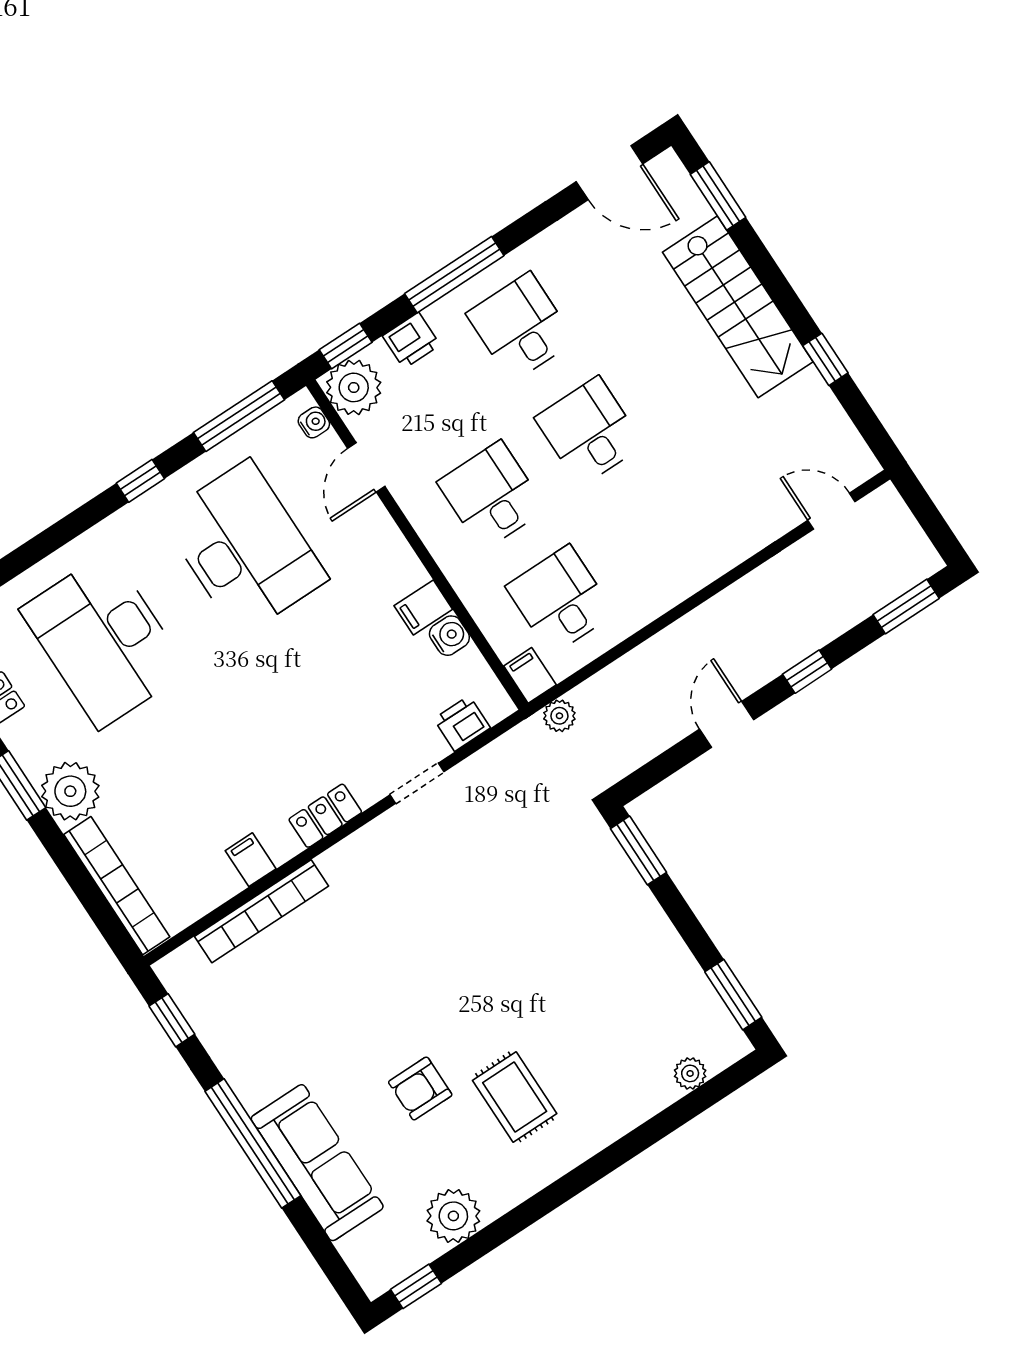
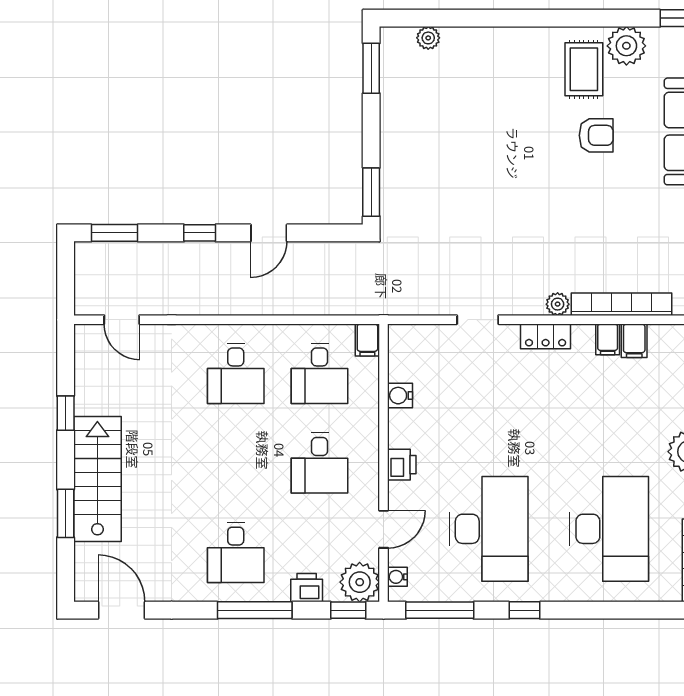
window: (718, 196) -> (66, 513), moved
desk: (589, 431) -> (236, 373), moved
desk: (244, 548) -> (489, 529), turned 180
filing cabinet: (423, 607) -> (634, 341), moved, turned 90
plant: (559, 716) -> (558, 304), moved
printer: (462, 723) -> (402, 465), moved, turned -90
rug: (515, 1097) -> (584, 69), moved

